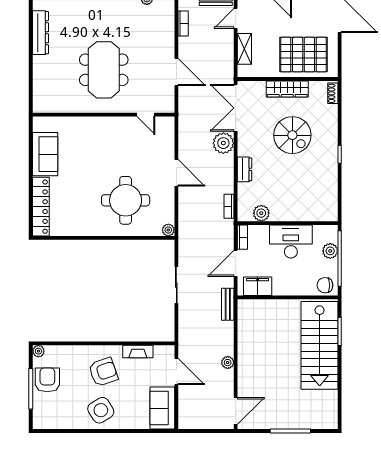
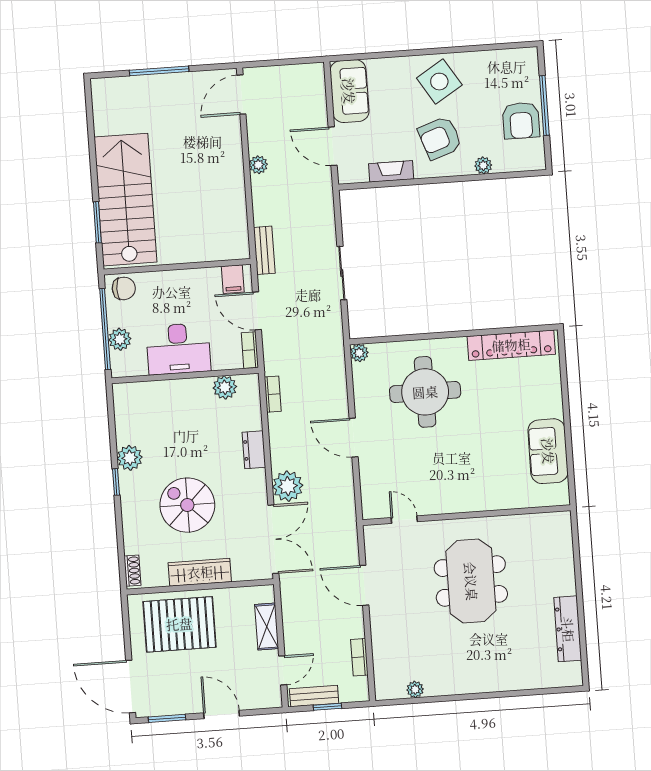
plant: (329, 170) -> (130, 458), added
locker: (41, 207) -> (511, 345), moved, turned -90
door: (236, 263) -> (257, 311), swing flipped
filing cabinet: (258, 286) -> (233, 279), width x0.50
plant: (38, 351) -> (483, 165), moved

